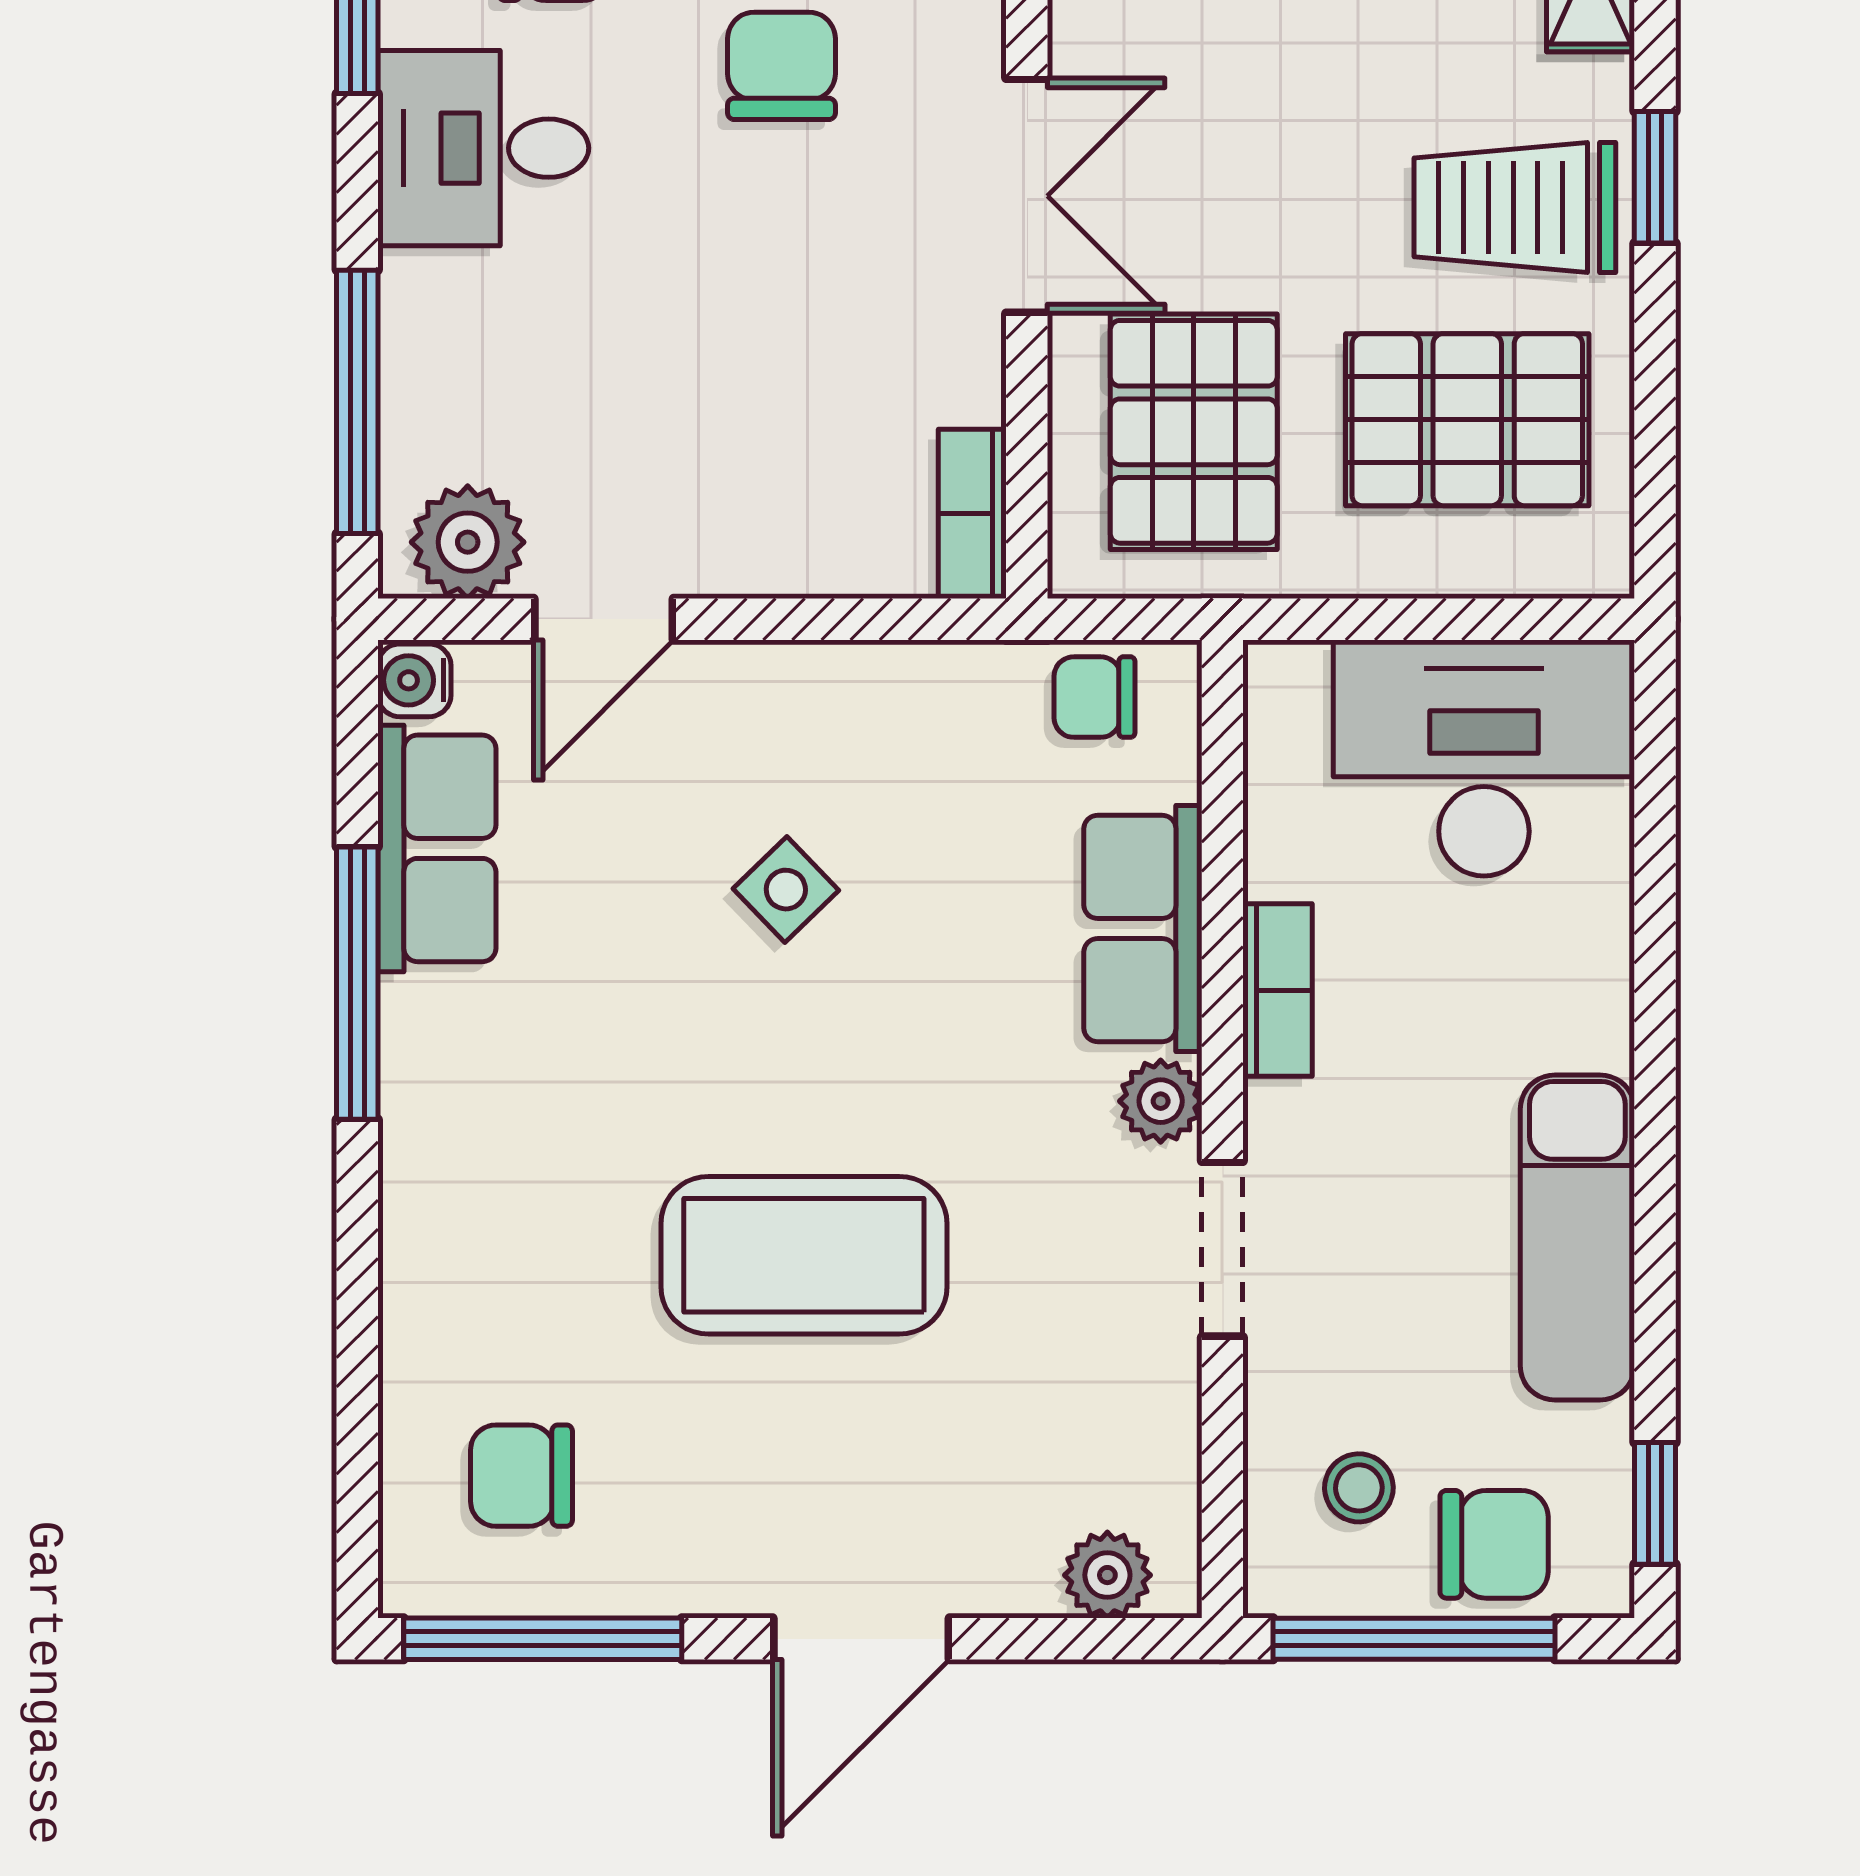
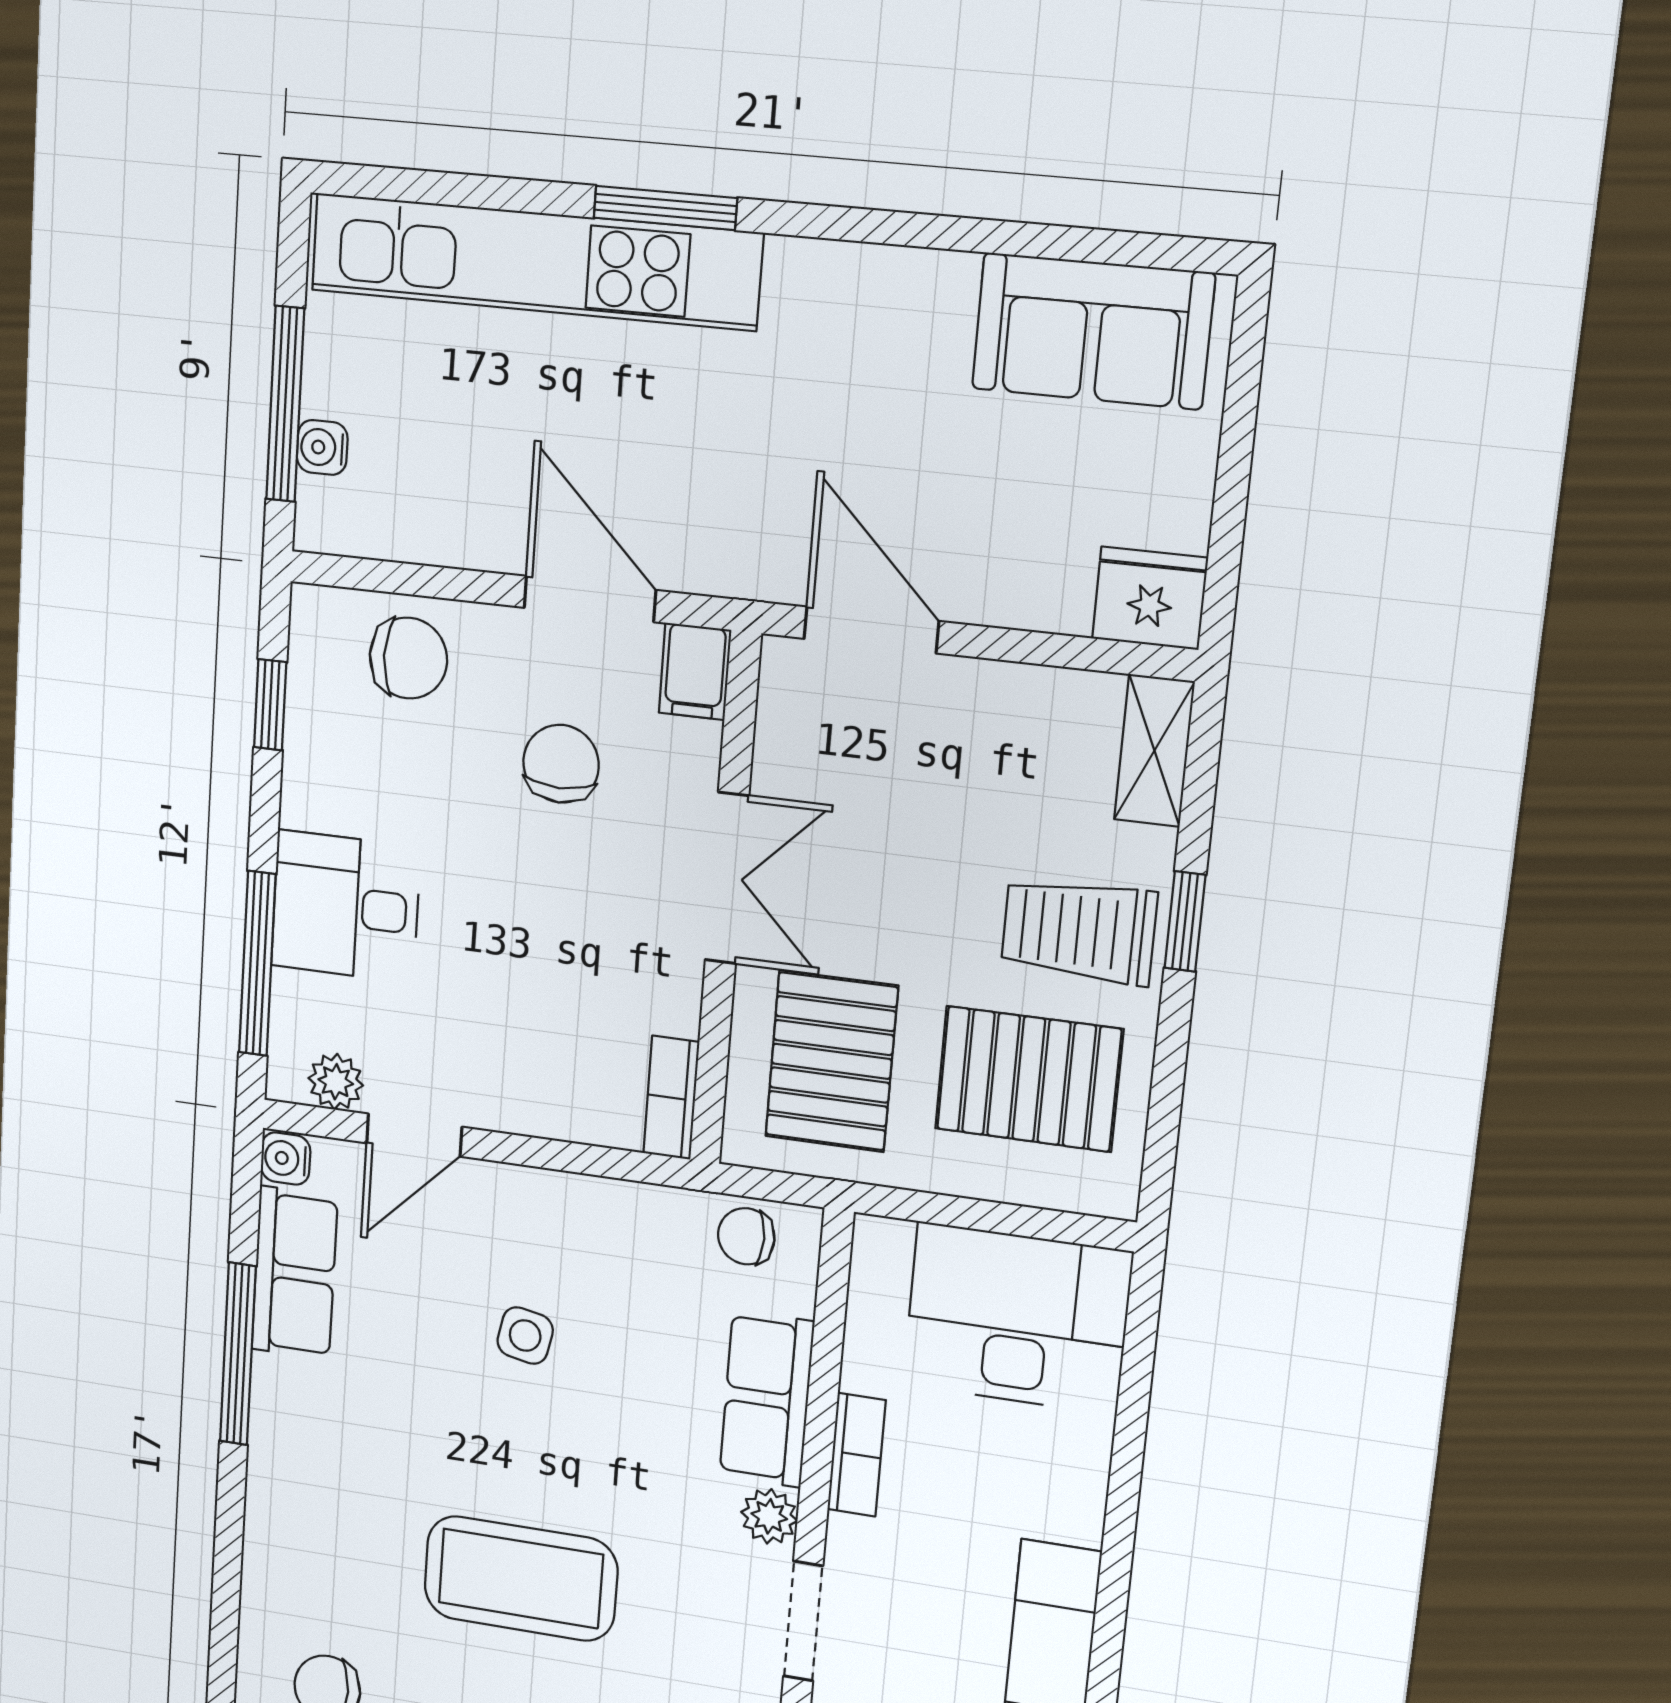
desk: (483, 148) -> (346, 906), moved
plant: (468, 542) -> (336, 1082), width x0.73, depth x0.73
side table: (786, 890) -> (525, 1336), turned -35

